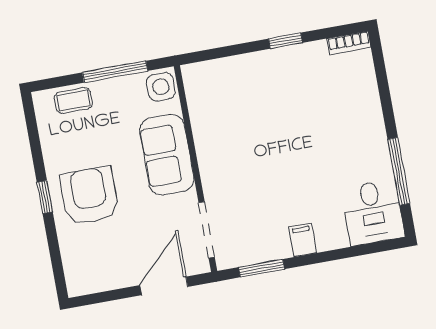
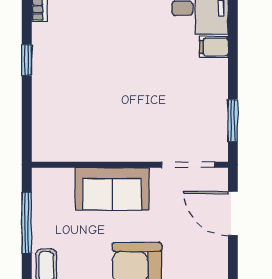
side table: (161, 87) -> (48, 183), removed
filing cabinet: (303, 240) -> (214, 47), moved

